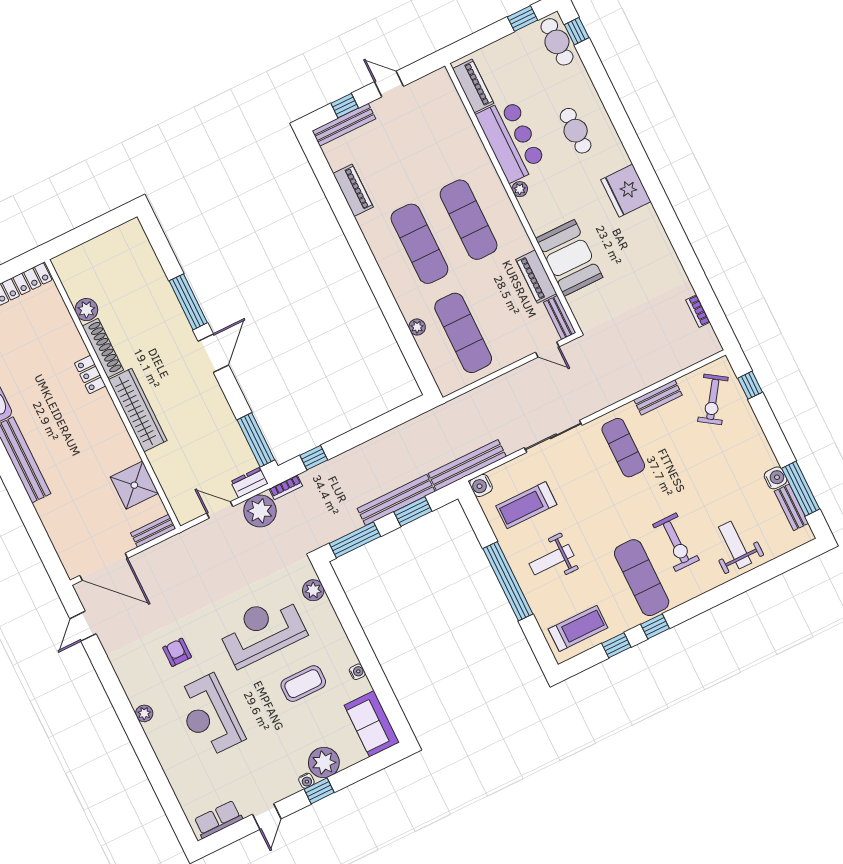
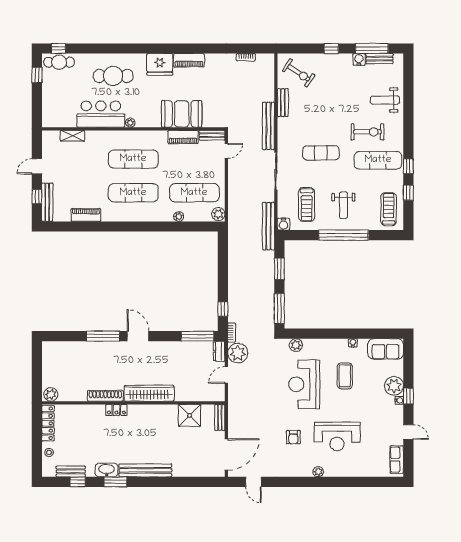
piano: (473, 86) -> (189, 60), moved, turned 180
shelving: (459, 114) -> (72, 136), added
cafe table: (576, 131) -> (113, 76), width x1.37, depth x1.35
plant: (86, 310) -> (51, 394), moved
plant: (449, 383) -> (218, 214), added
window: (750, 385) -> (331, 48), moved
exercise mat: (623, 448) -> (321, 153), moved
bench: (396, 500) -> (268, 126), moved
armchair: (177, 652) -> (293, 437), turned -90

